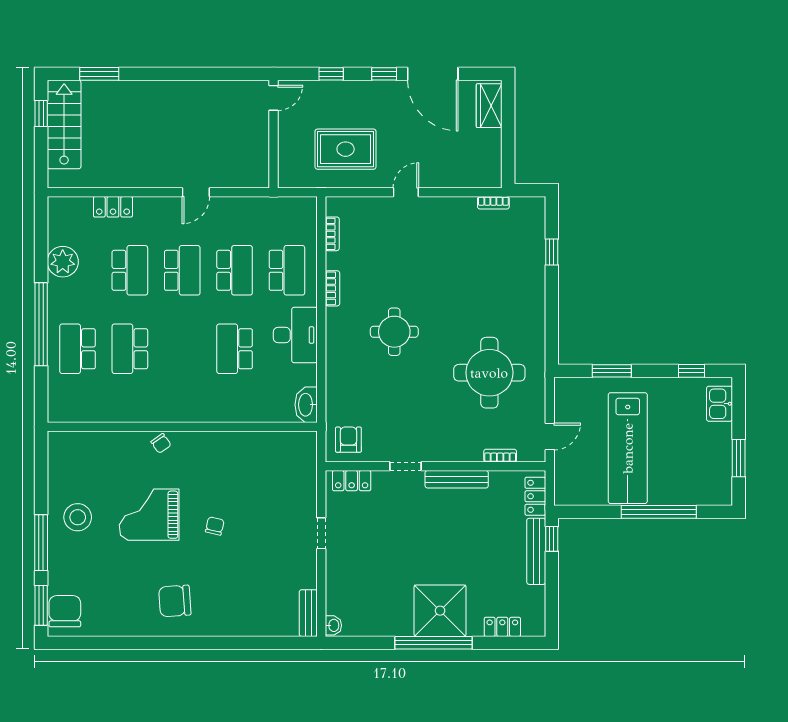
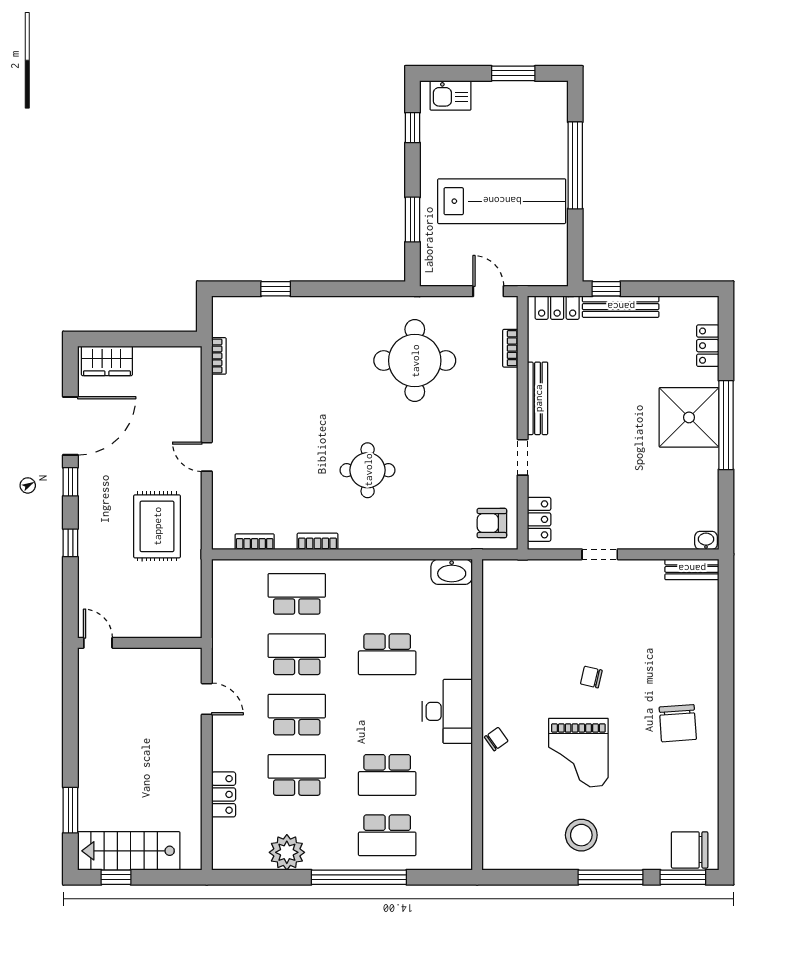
door: (274, 98) -> (98, 643), moved
wall: (274, 134) -> (140, 643), moved
desk: (295, 335) -> (447, 711), moved, turned 90

